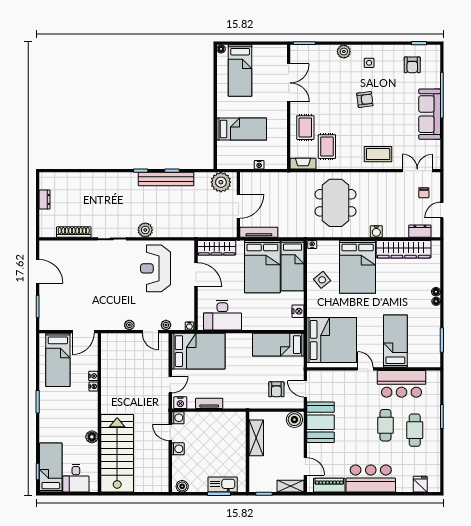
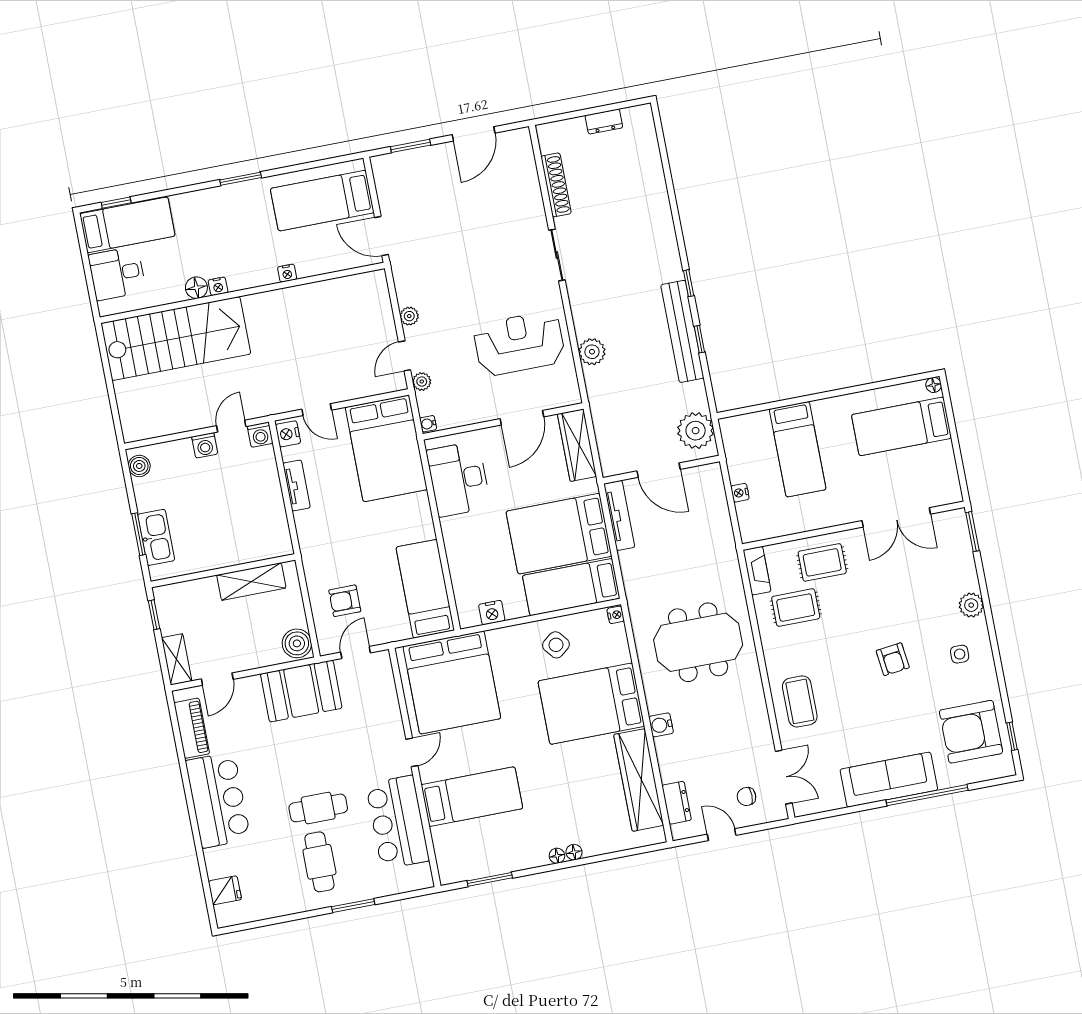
armchair: (412, 65) -> (971, 732), width x1.88, depth x1.88
plant: (145, 230) -> (592, 352), moved
nightstand: (93, 376) -> (218, 286), moved
cafe table: (415, 430) -> (319, 862), turned 90

